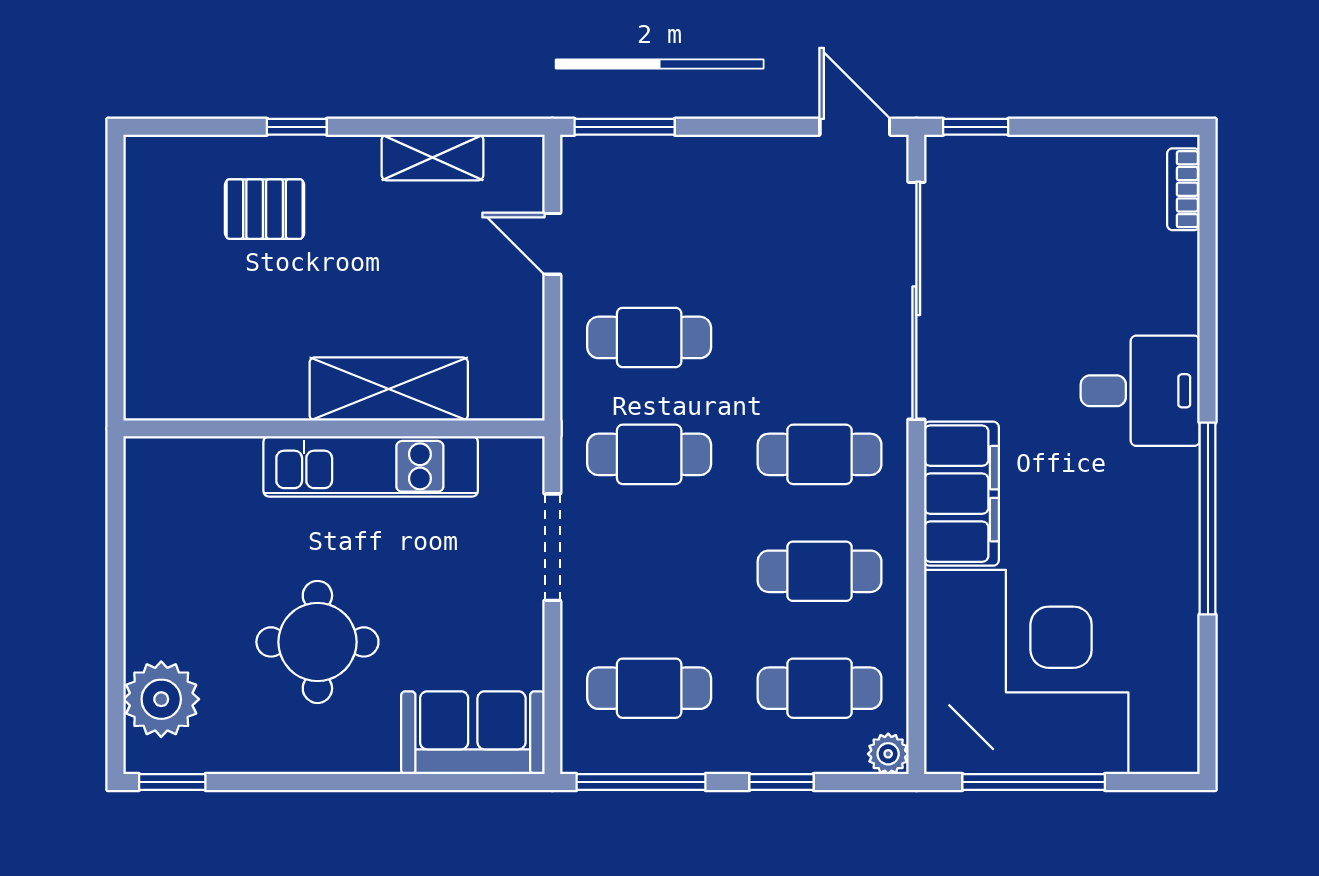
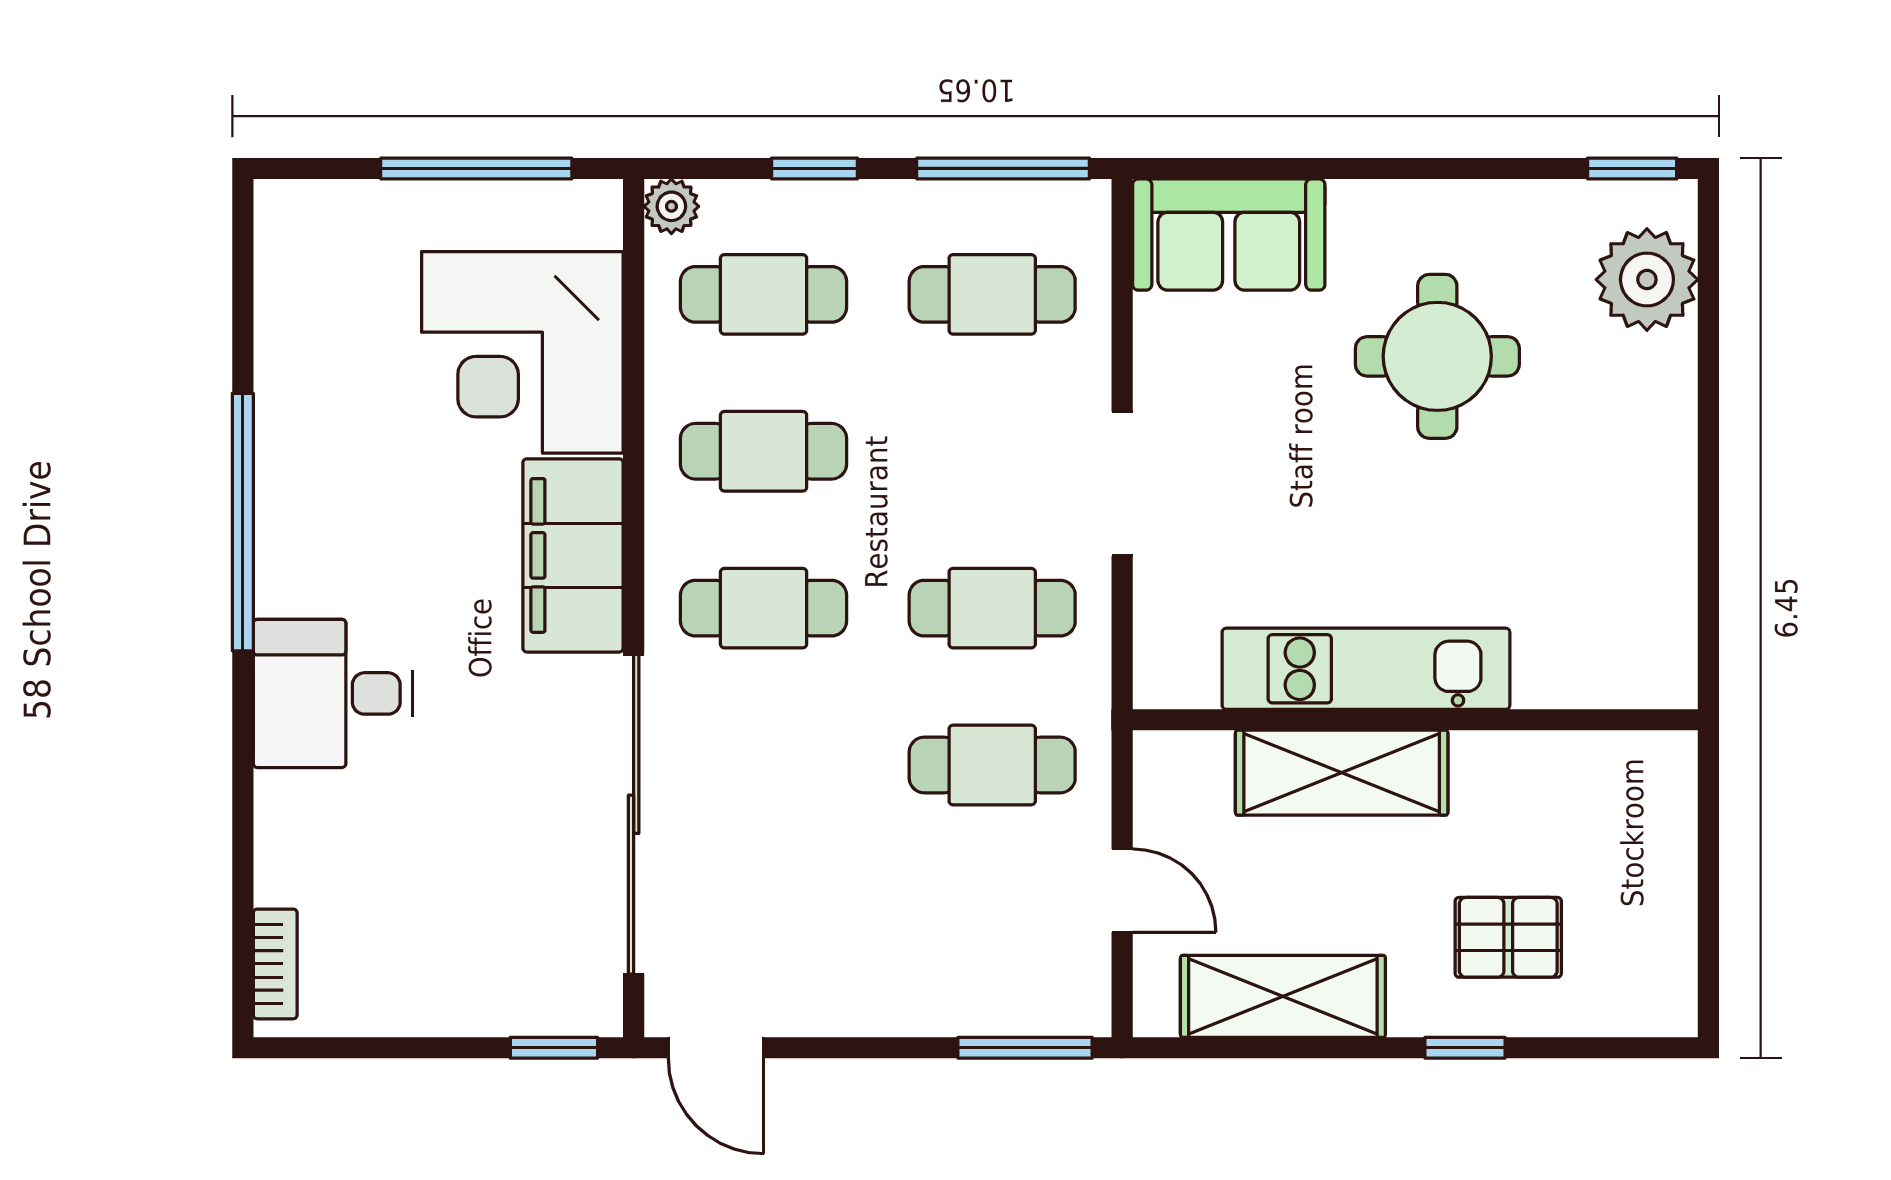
shelving: (433, 157) -> (1283, 996), width x1.50, depth x1.33
shelving: (389, 389) -> (1342, 773), moved
wall: (334, 428) -> (1415, 720), moved
kitchen unit: (371, 466) -> (1366, 669), moved
corner desk: (1026, 672) -> (522, 352), width x0.74, depth x0.74

